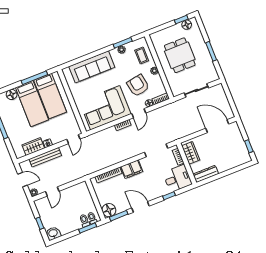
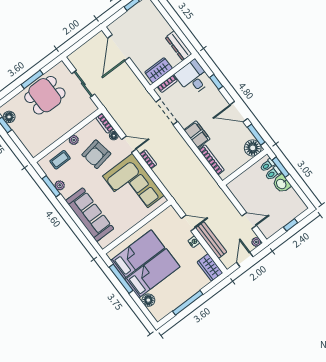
dining table: (180, 55) -> (45, 95), moved
door: (73, 139) -> (188, 223), moved
wardrobe: (33, 147) -> (210, 267), moved
door: (140, 207) -> (239, 112), hinge flipped
washbasin: (53, 233) -> (282, 184), moved

